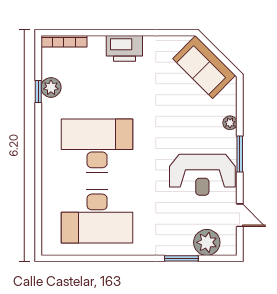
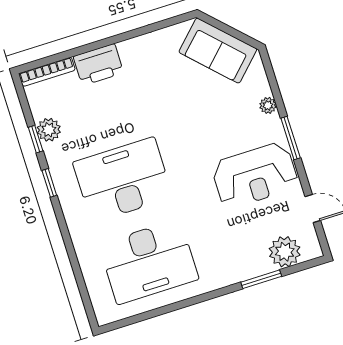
printer: (124, 48) -> (98, 65), moved
window: (38, 129) -> (49, 183), added

